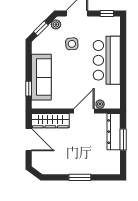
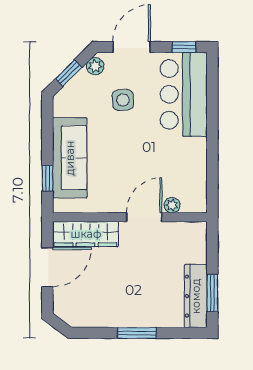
bar counter: (107, 60) -> (184, 94), moved
dresser: (114, 132) -> (196, 296), moved
door: (29, 140) -> (47, 267), hinge flipped
window: (123, 140) -> (212, 293), moved

